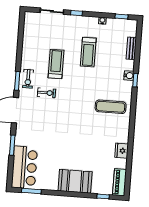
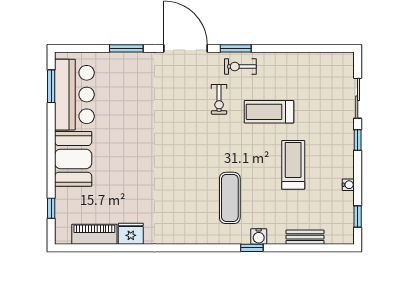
treadmill: (88, 52) -> (293, 165), turned 90
treadmill: (56, 64) -> (269, 112), turned 180
exercise mat: (111, 107) -> (230, 198), moved
bar counter: (24, 167) -> (74, 95), moved, turned -90
piano: (120, 182) -> (94, 234), moved

